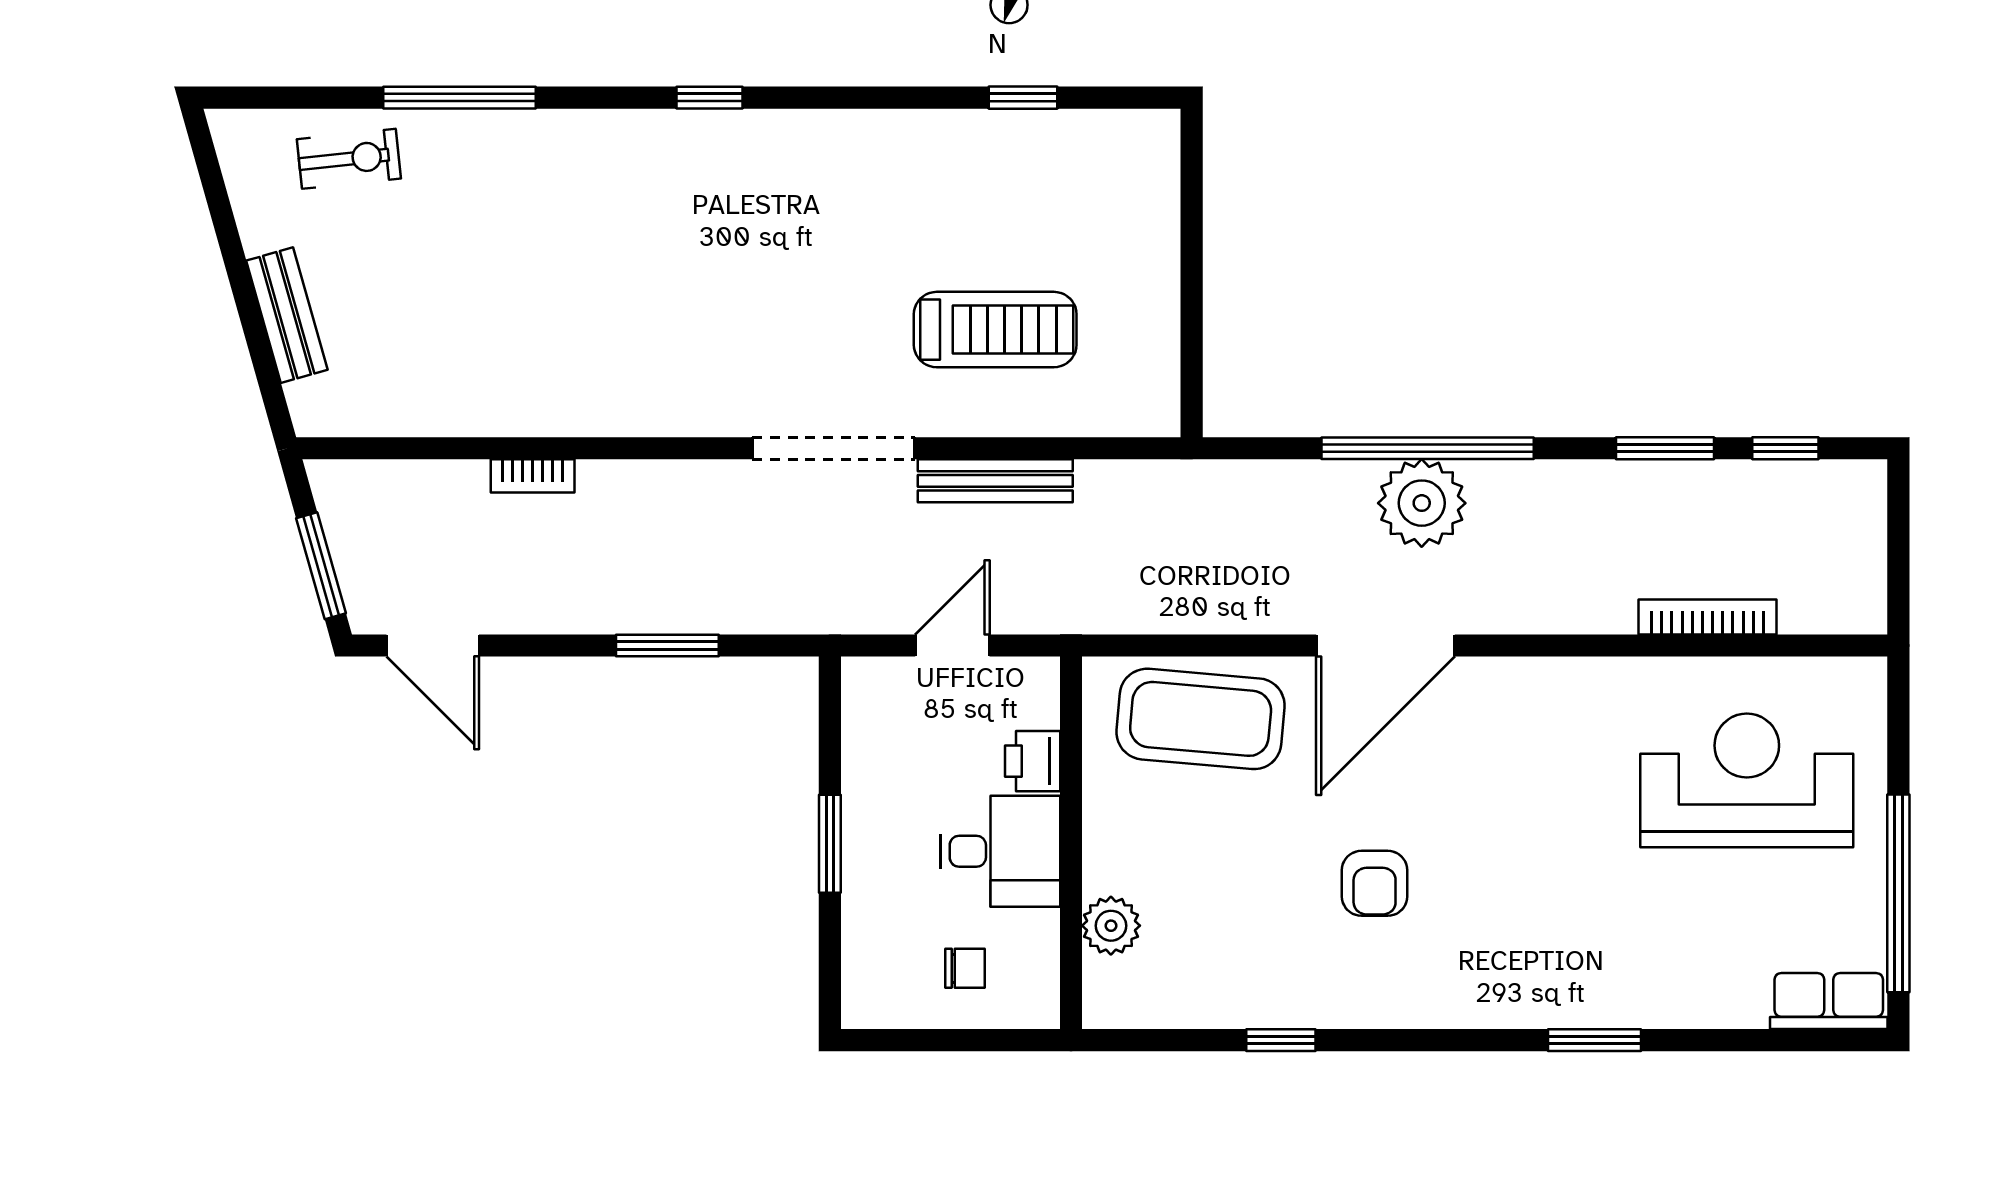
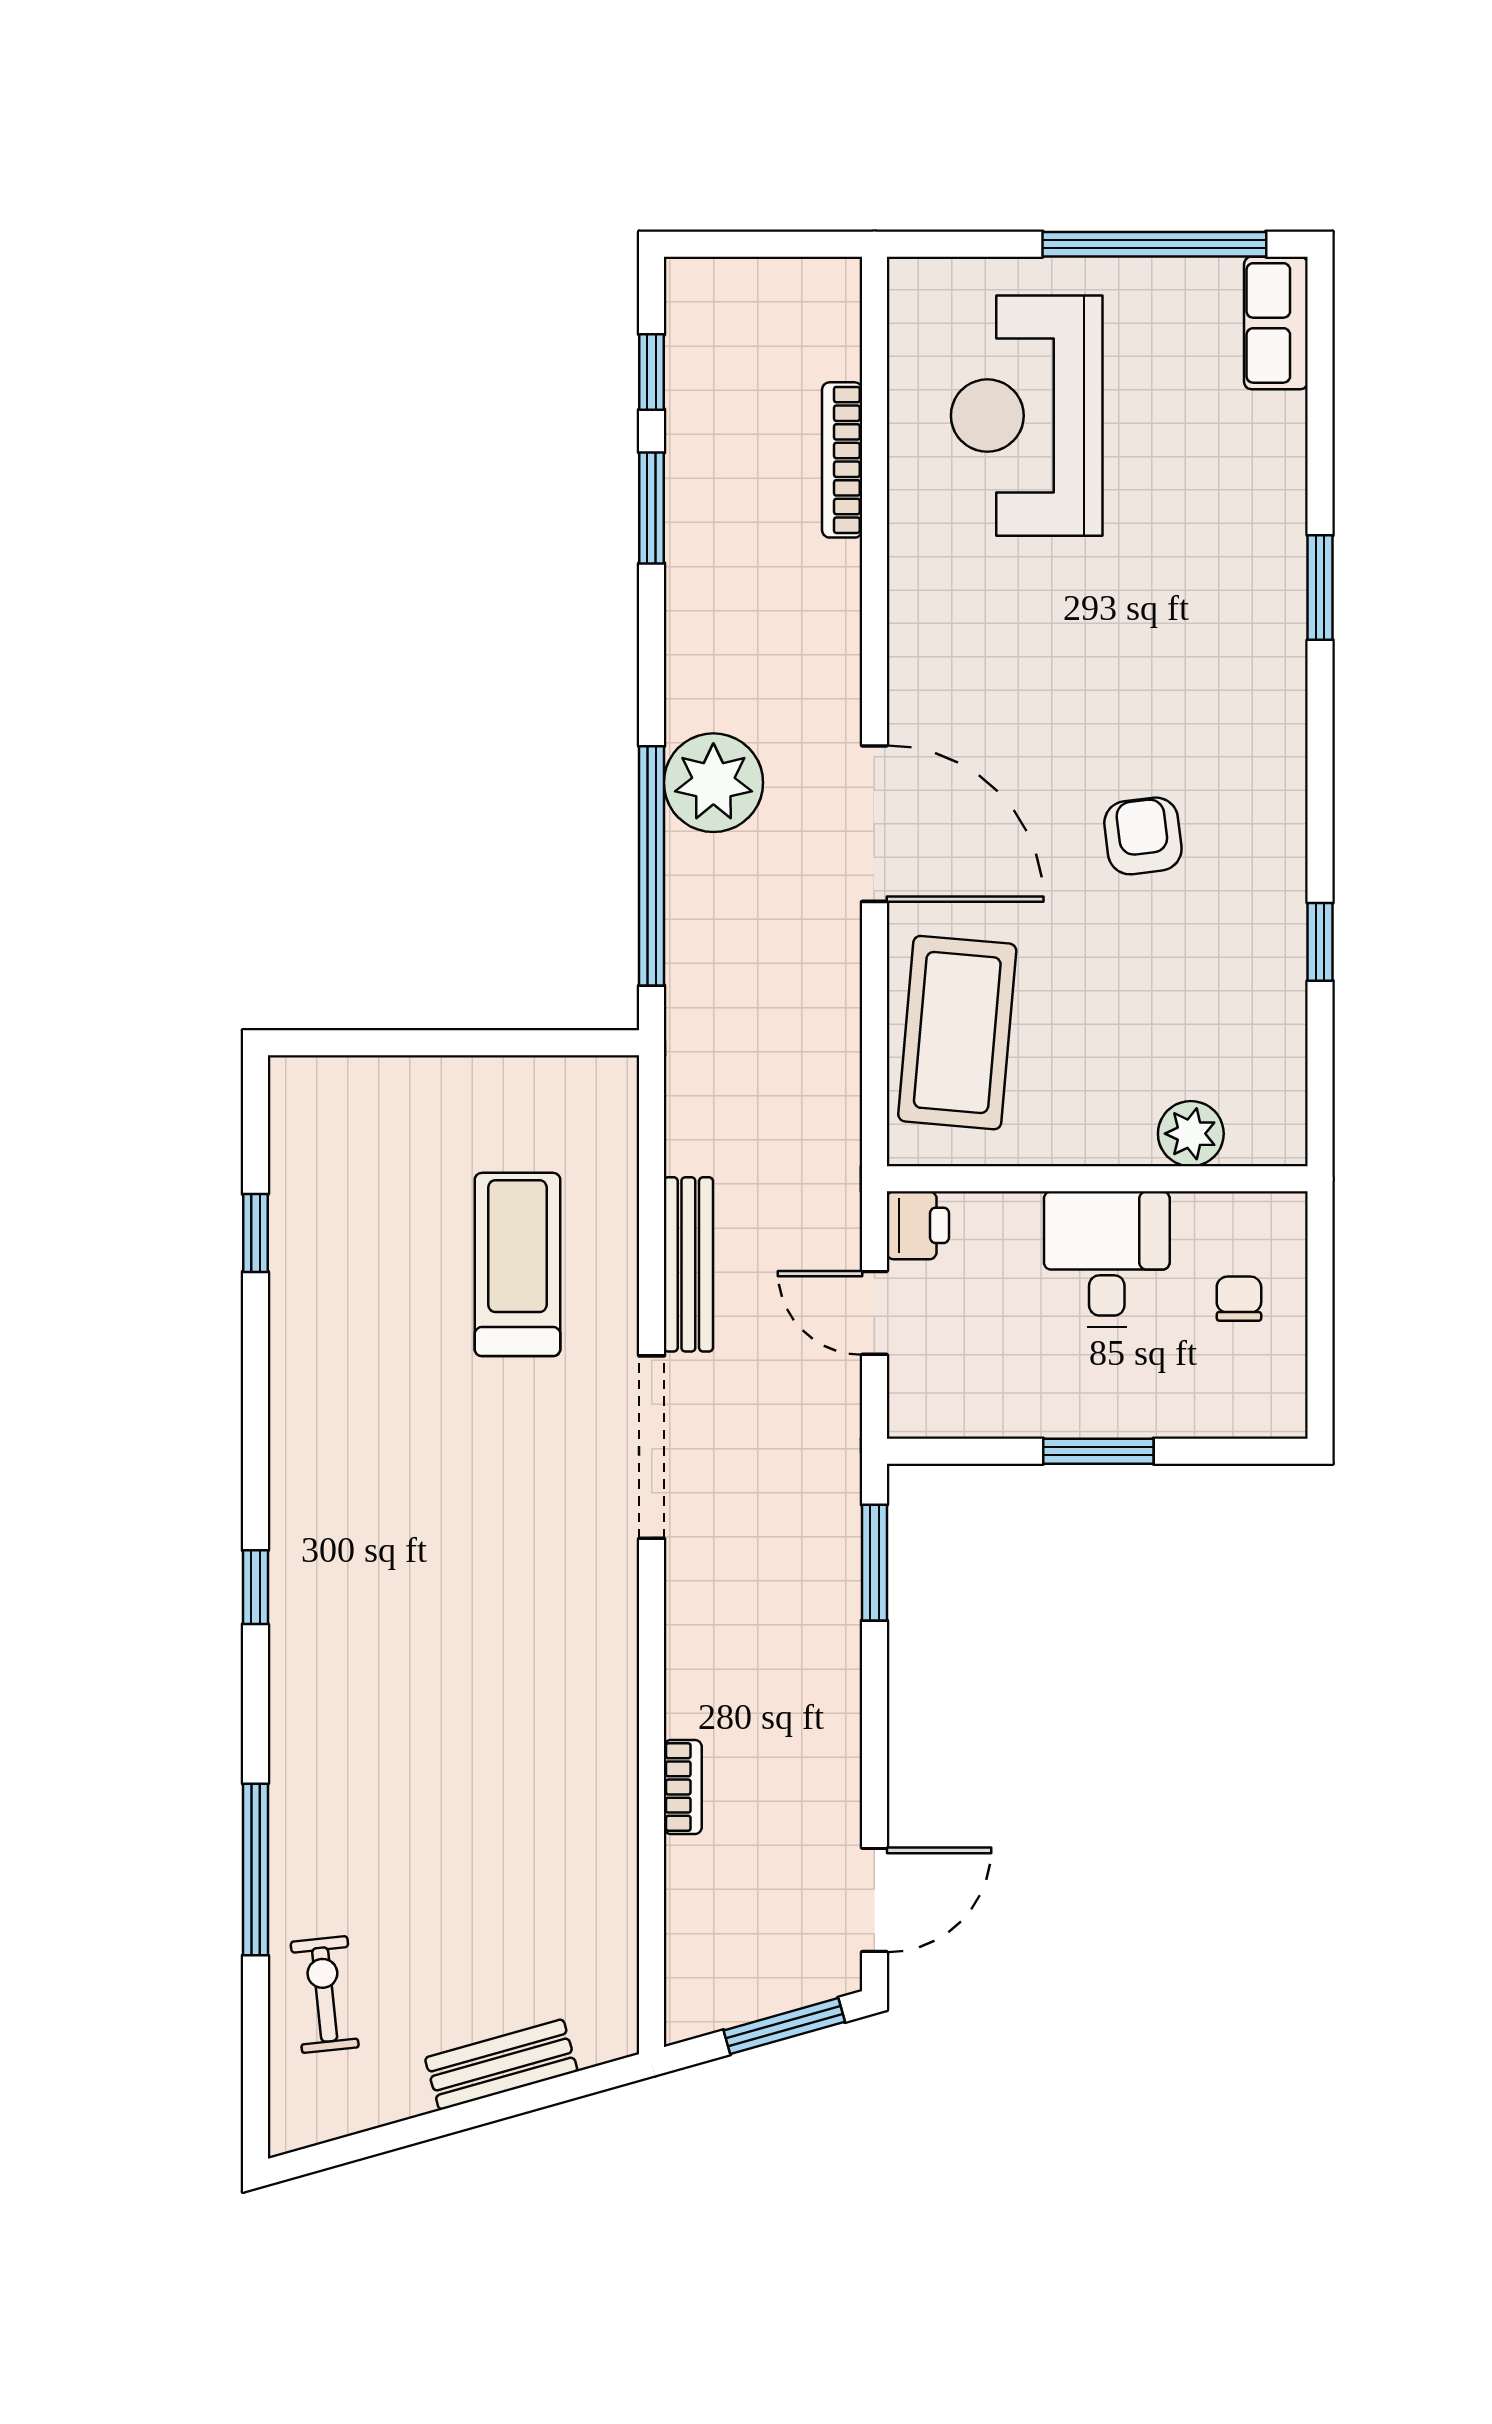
window: (1428, 448) -> (652, 866), moved
window: (667, 646) -> (874, 1563), moved
printer: (1033, 761) -> (918, 1225), moved, turned -90
armchair: (1375, 883) -> (1143, 836), turned -97

